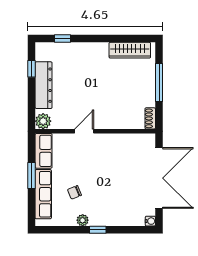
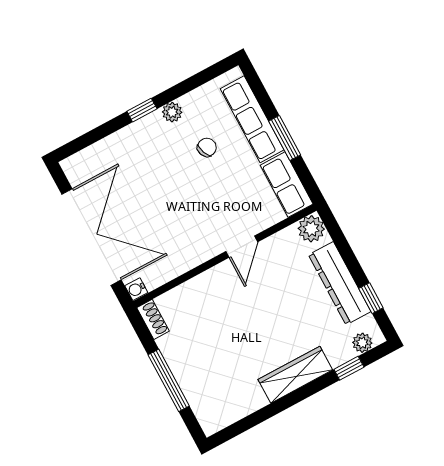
plant: (48, 48) -> (362, 343), added
wardrobe: (130, 50) -> (295, 375), moved
double door: (159, 178) -> (92, 237), swing flipped
water cooler: (150, 221) -> (136, 289), moved

